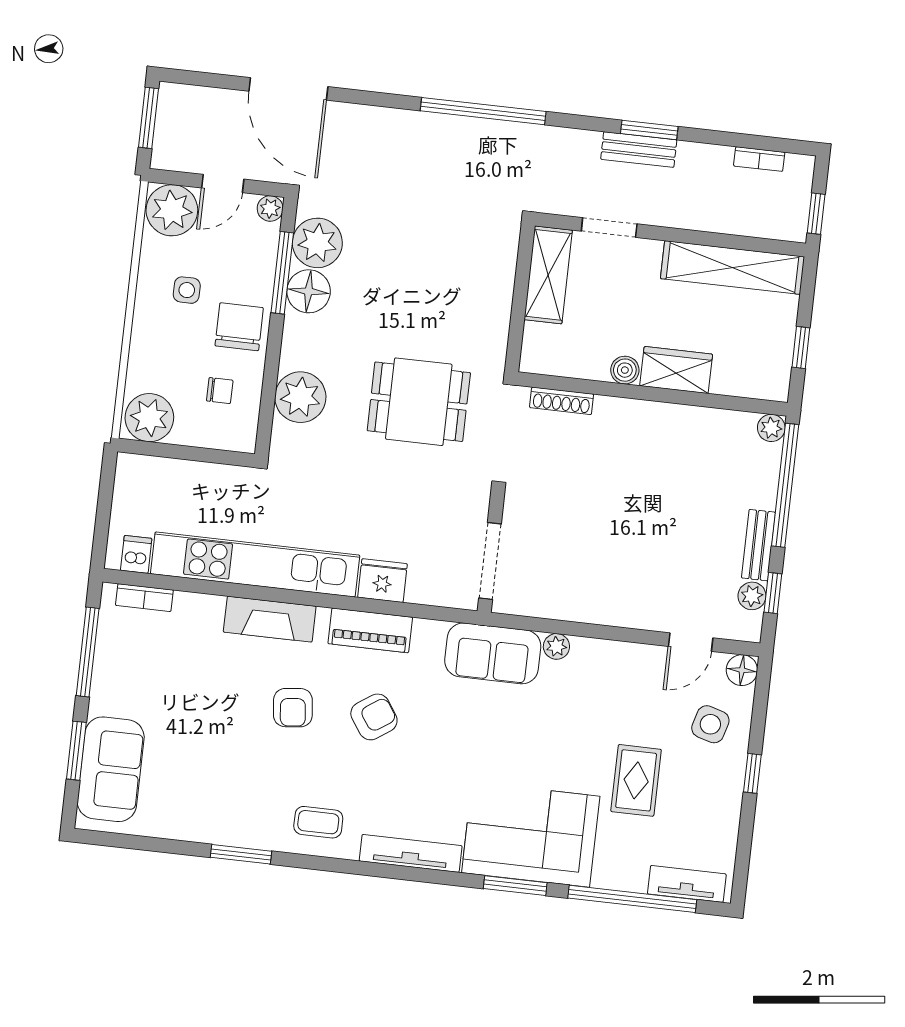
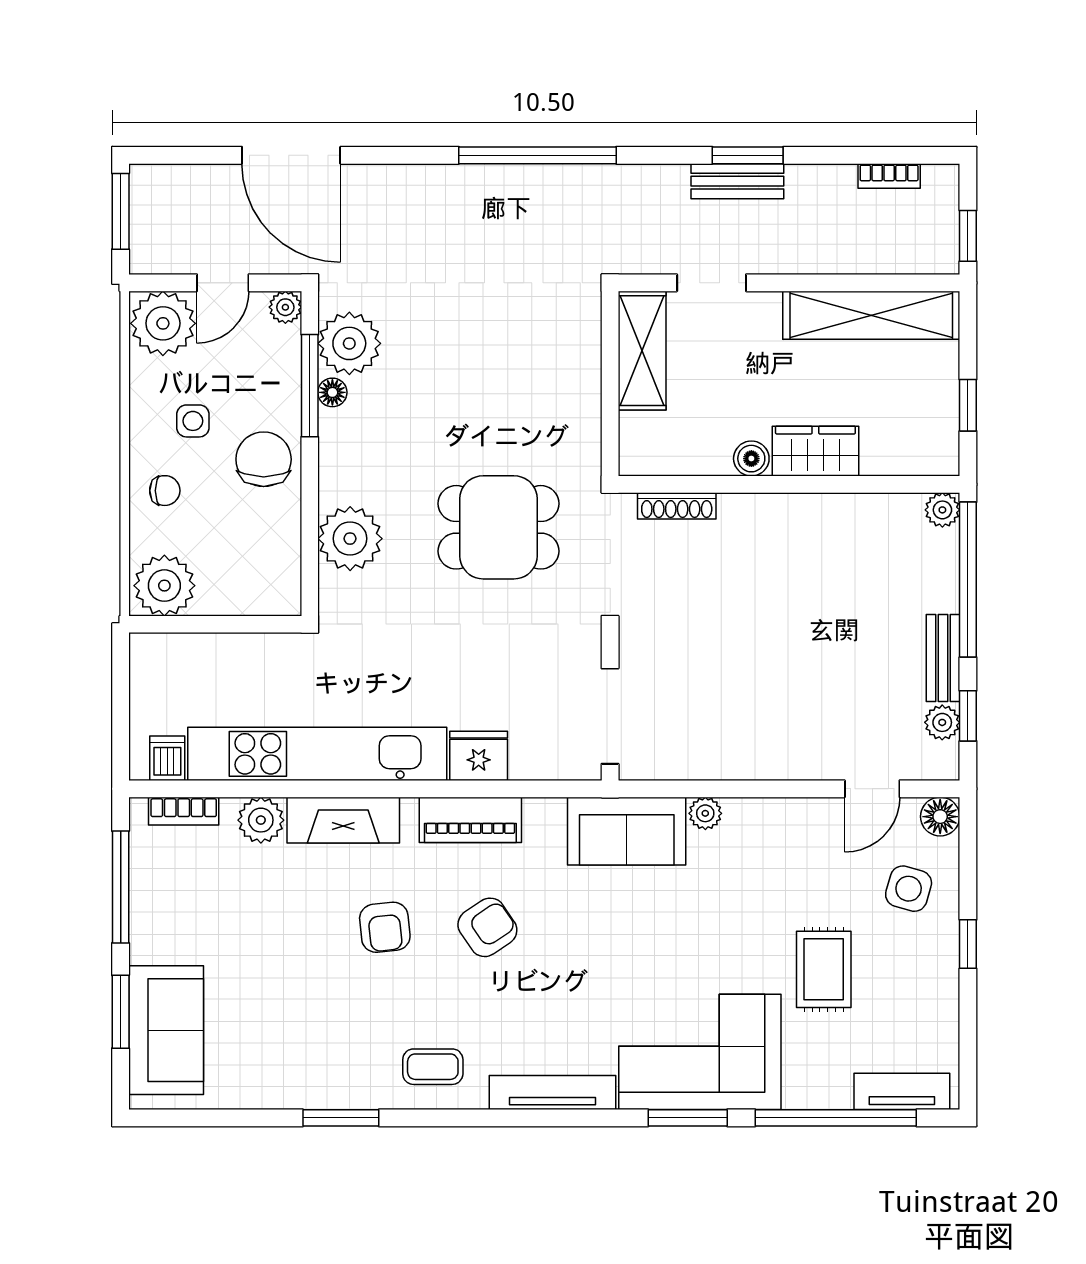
floor lamp: (309, 291) -> (332, 392), width x0.53, depth x0.53
chair: (220, 391) -> (165, 491), moved
plant: (205, 612) -> (261, 820), added

